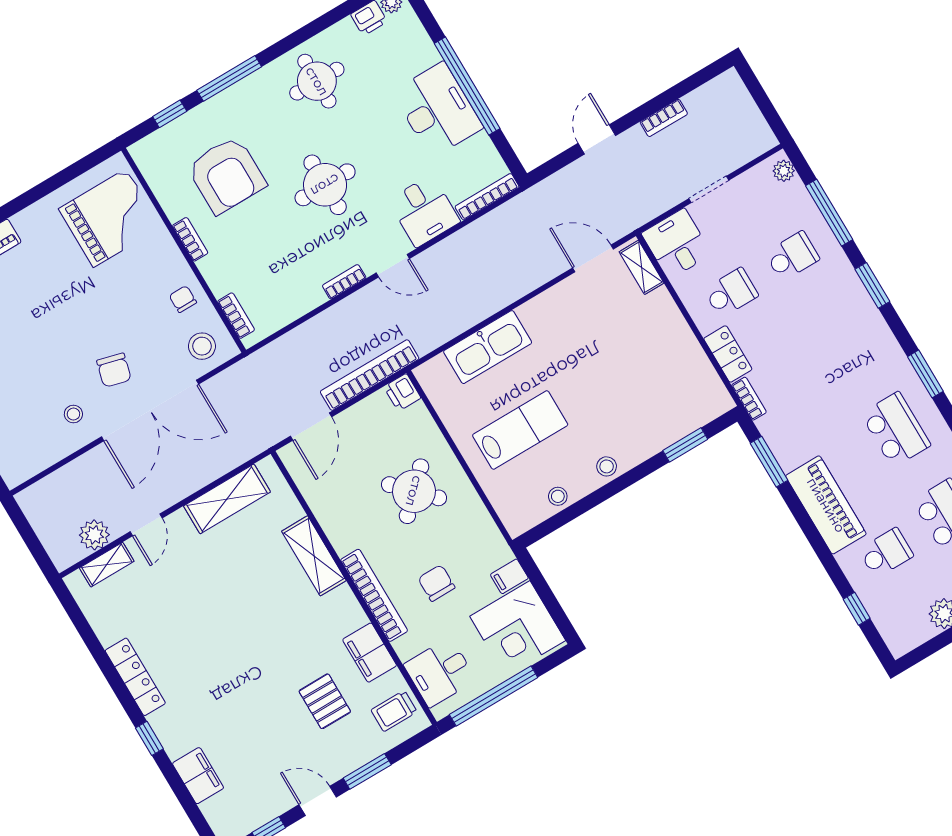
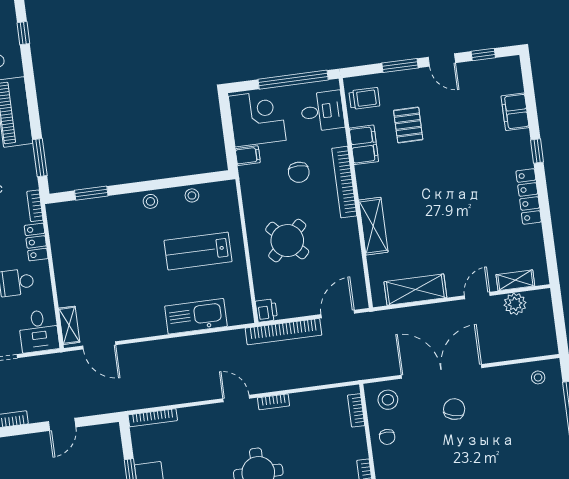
desk: (424, 211) -> (199, 426), removed
stool: (73, 414) -> (538, 377), moved

